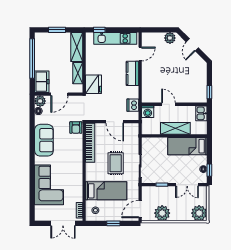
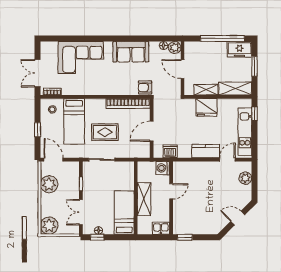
plant: (170, 38) -> (245, 178), moved
door: (140, 54) -> (227, 160), swing flipped
freezer: (42, 82) -> (239, 49), moved
fridge: (94, 84) -> (206, 107), moved

